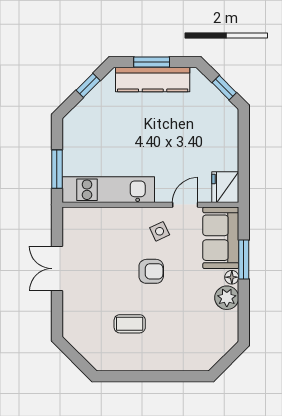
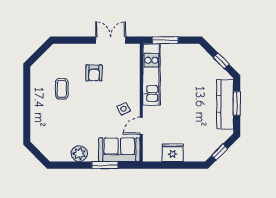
fridge: (225, 187) -> (173, 153), moved
door: (185, 205) -> (141, 126), swing flipped
double door: (57, 269) -> (111, 40), moved
armchair: (151, 271) -> (94, 73), moved
floor lamp: (232, 277) -> (93, 157), removed

